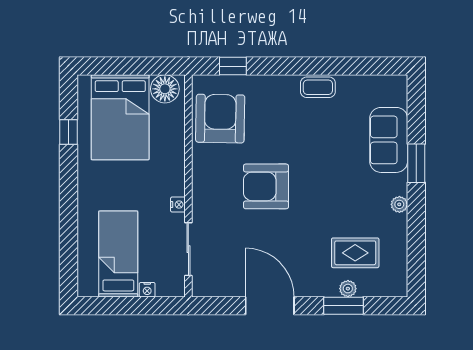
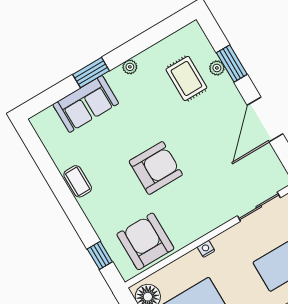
armchair: (220, 119) -> (145, 241), turned 89
armchair: (266, 186) -> (156, 168), moved, turned -90
nightstand: (178, 205) -> (206, 249), moved

